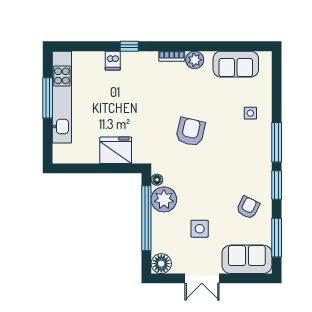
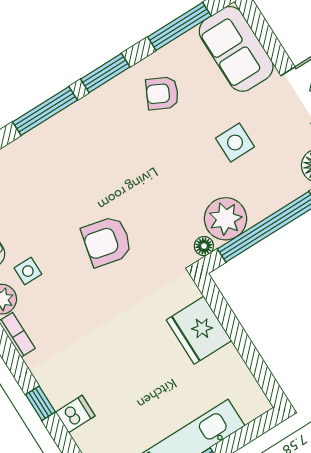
side table: (250, 113) -> (28, 271), moved

